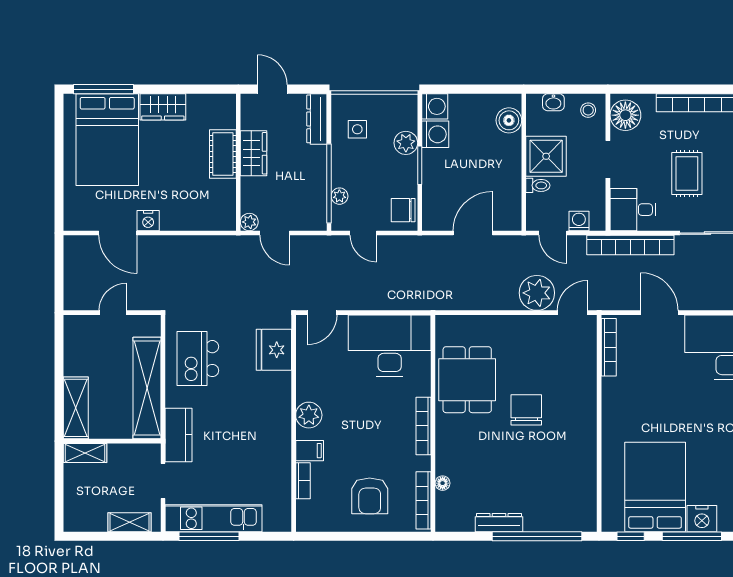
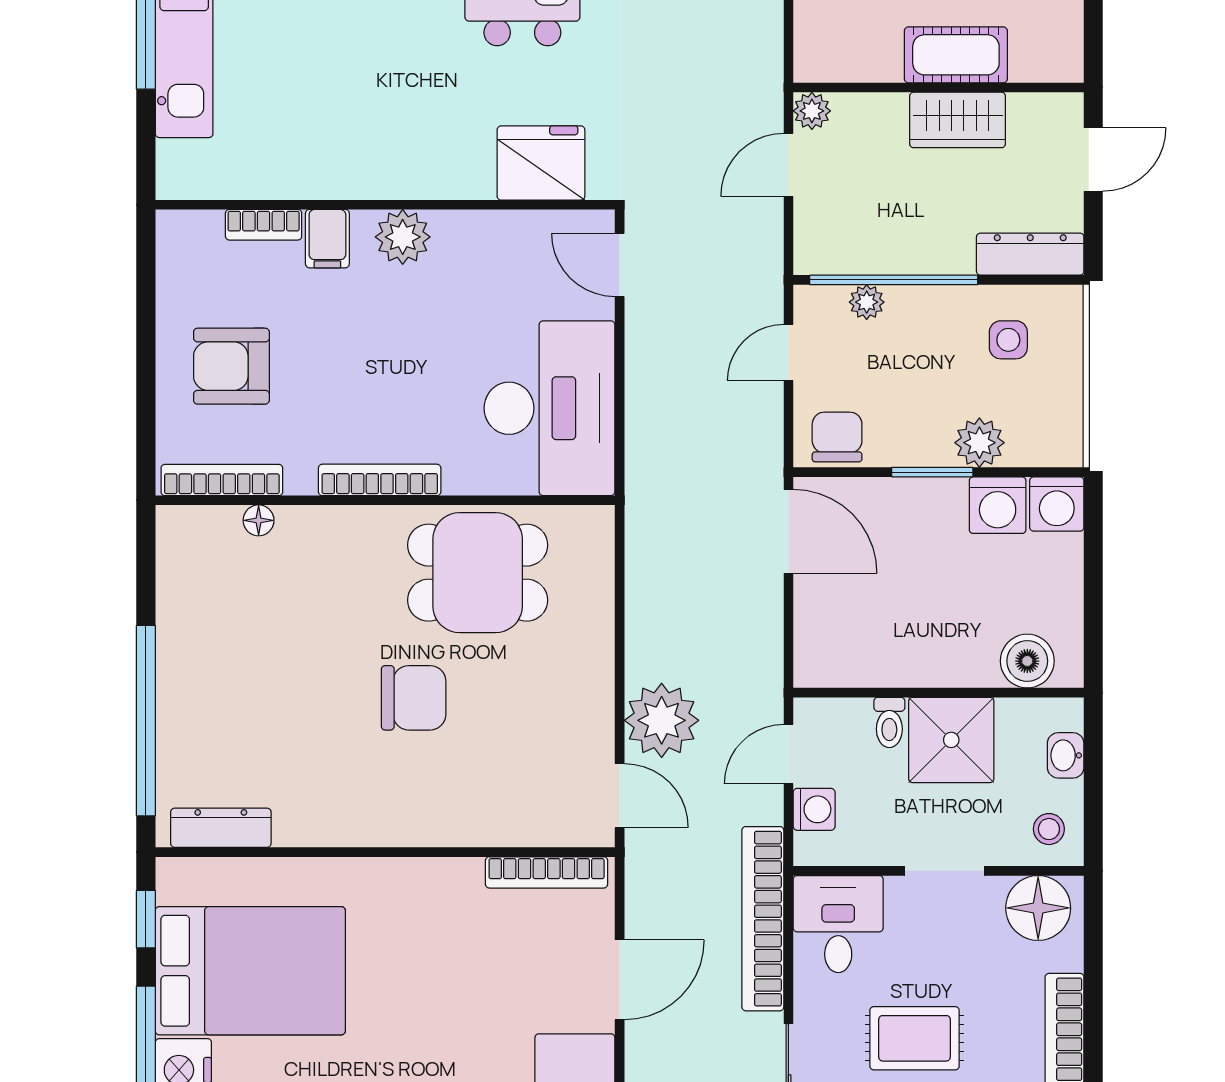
door: (473, 233) -> (788, 531), moved
dresser: (499, 523) -> (221, 828), moved, turned -90

